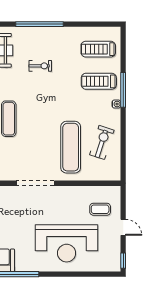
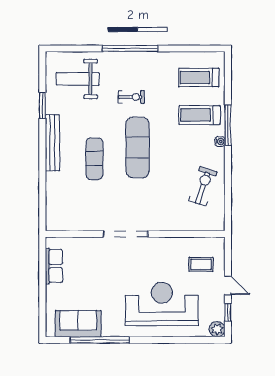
exercise mat: (71, 147) -> (138, 148), moved
reception desk: (67, 243) -> (162, 304), turned 180
window: (123, 261) -> (228, 312), moved
plant: (114, 265) -> (217, 329), added

